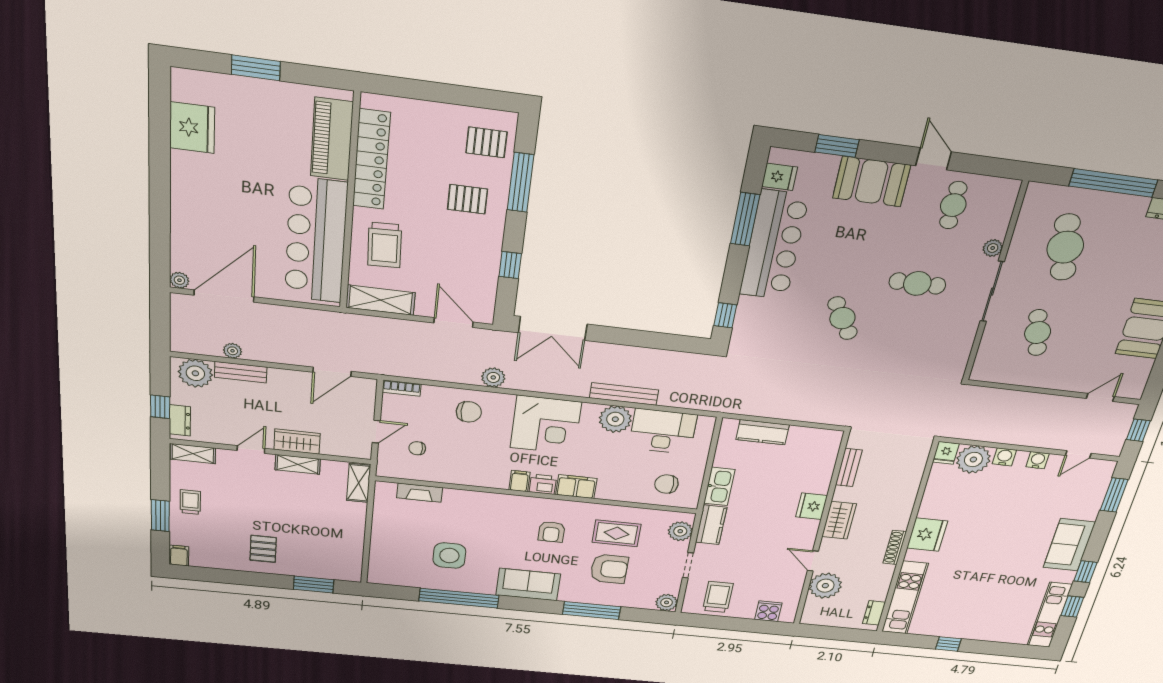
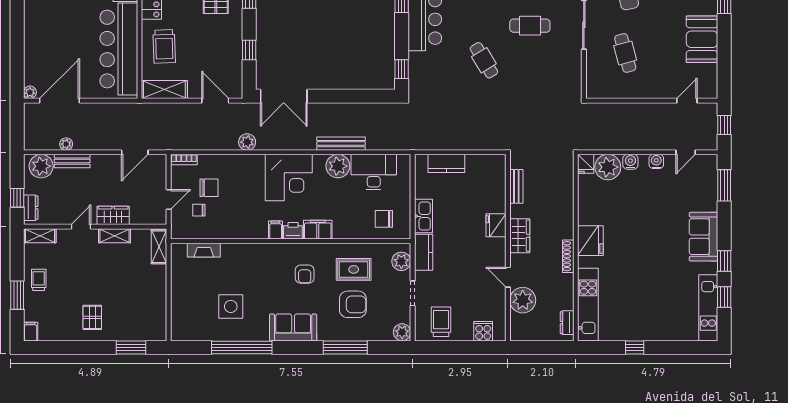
chair: (469, 412) -> (209, 188), moved

